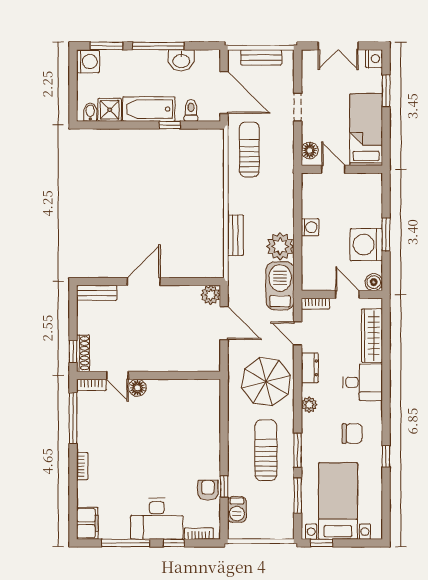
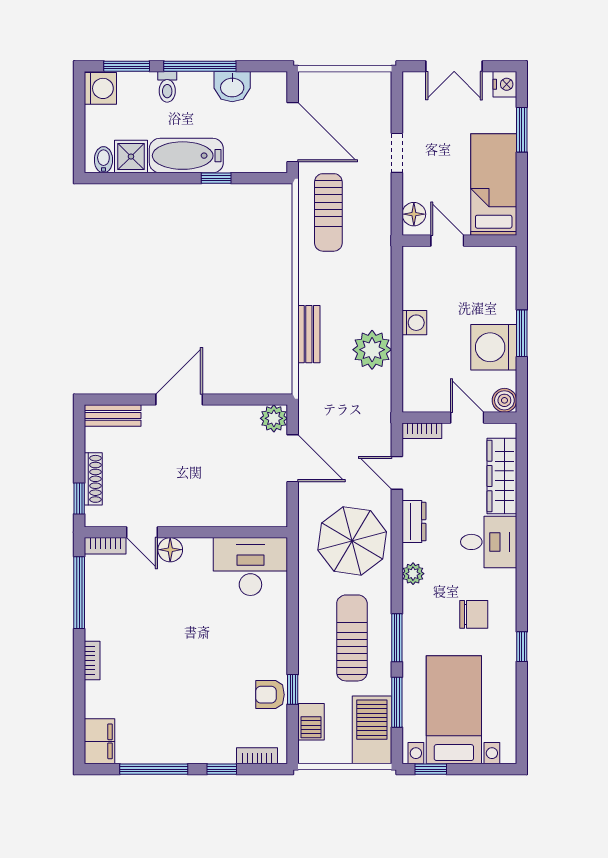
bench: (261, 57) -> (345, 82), removed
toilet: (191, 110) -> (167, 87), moved, turned 180
sun lounger: (249, 149) -> (328, 212), turned 180
barbecue: (280, 286) -> (372, 730), moved
shoe rack: (83, 353) -> (93, 479), moved
armchair: (208, 490) -> (270, 695), turned -90
desk: (157, 519) -> (250, 567), moved, turned 180

